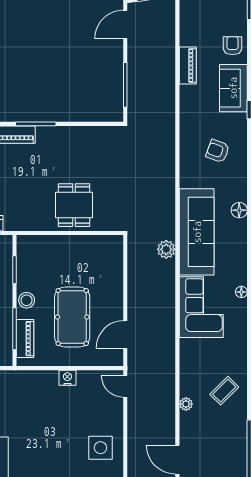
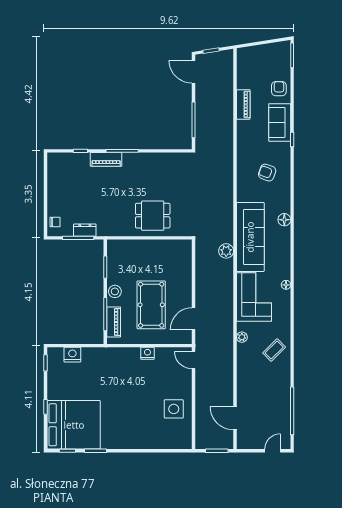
door: (125, 24) -> (193, 72), hinge flipped
dining table: (74, 205) -> (153, 216), turned 90
coffee table: (224, 391) -> (274, 350), moved
plant: (186, 404) -> (242, 337), moved

